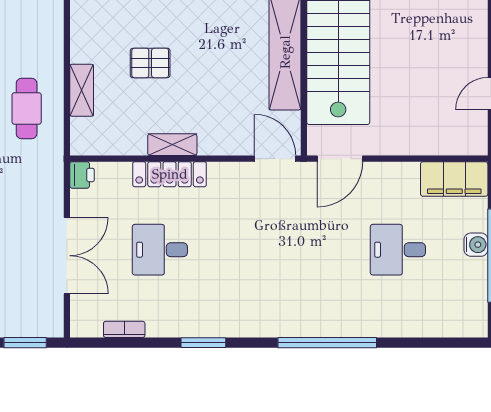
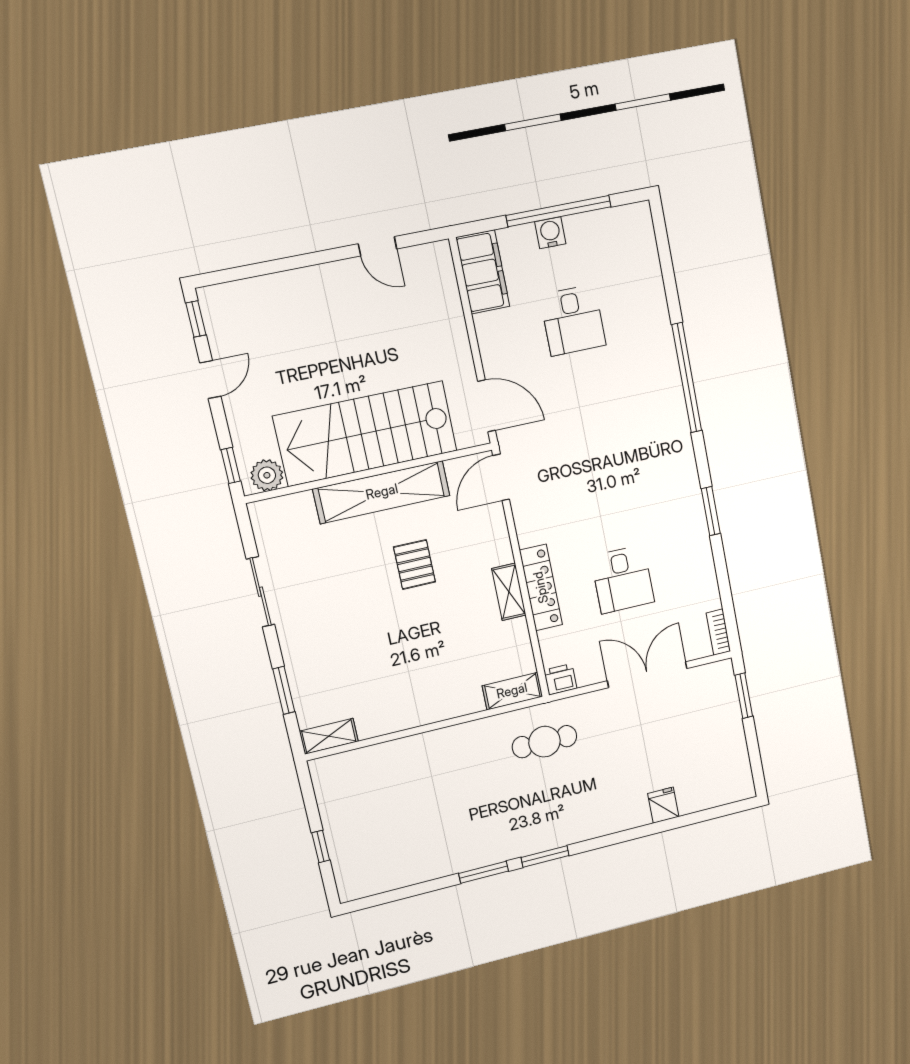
pallet: (150, 63) -> (414, 564), moved
shelving: (82, 90) -> (512, 691), moved
cafe table: (27, 108) -> (544, 742), moved
bookcase: (124, 329) -> (718, 632), moved

